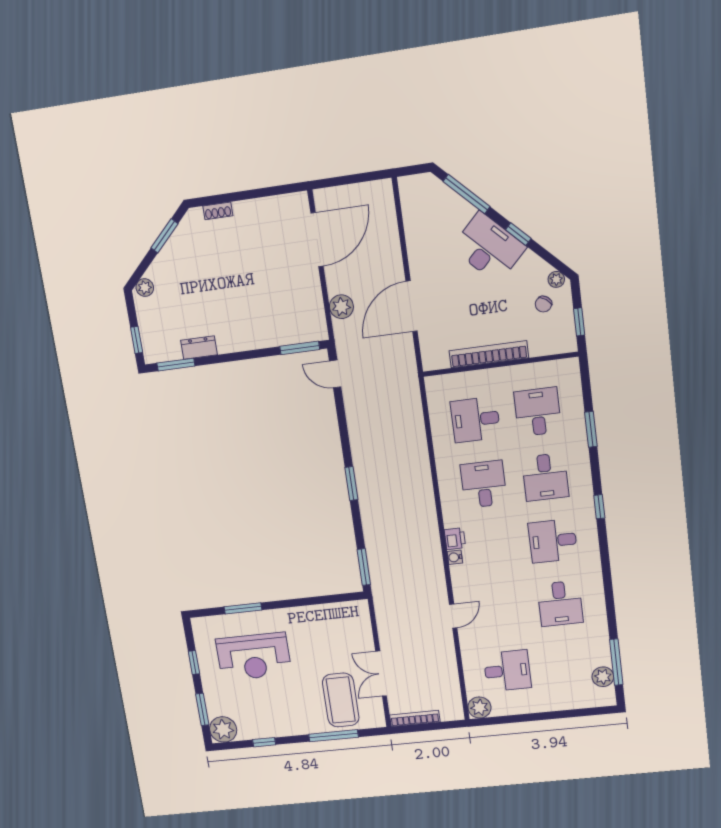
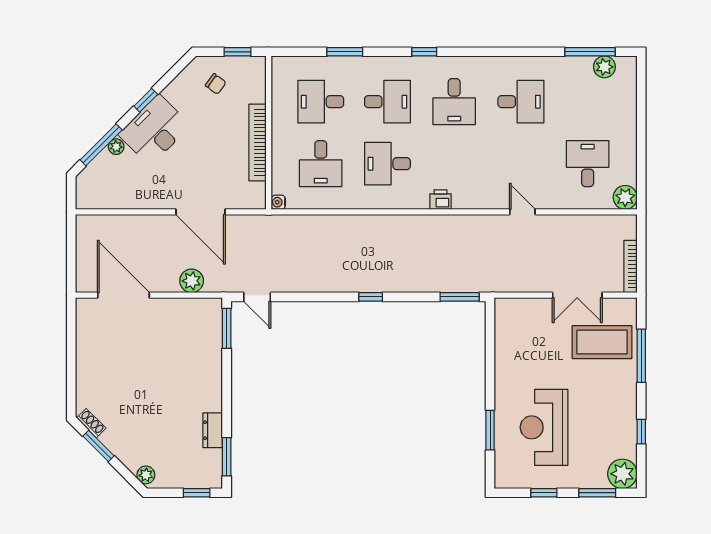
shoe rack: (218, 211) -> (91, 423), moved, turned -45
plant: (556, 279) -> (116, 147), moved
door: (335, 374) -> (257, 297), hinge flipped
window: (351, 484) -> (371, 297), width x0.67
water cooler: (455, 557) -> (278, 202), moved, turned 90
reception desk: (254, 657) -> (544, 427), turned 180

